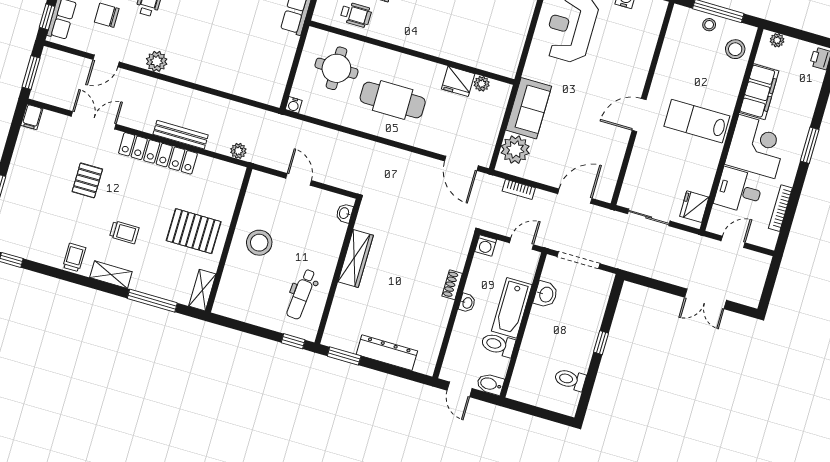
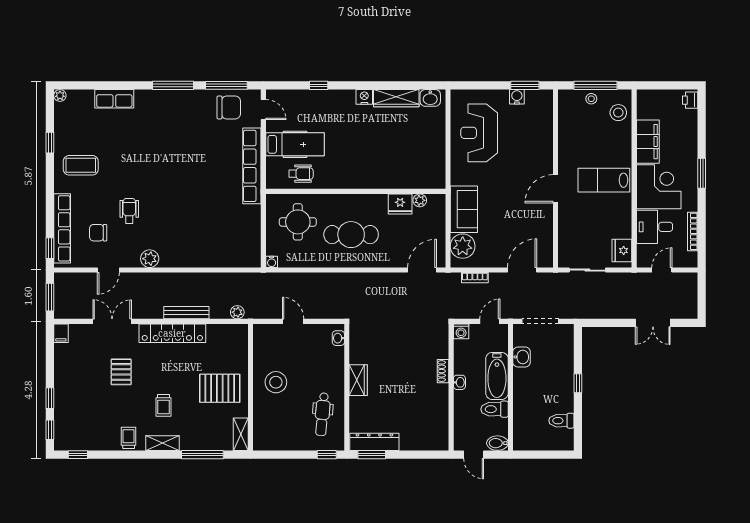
plant: (777, 40) -> (650, 95), removed
door: (461, 163) -> (422, 270), swing flipped
trolley: (124, 232) -> (164, 405), turned 90
wardrobe: (356, 259) -> (358, 380), width x0.67
dresser: (387, 353) -> (374, 442), moved

